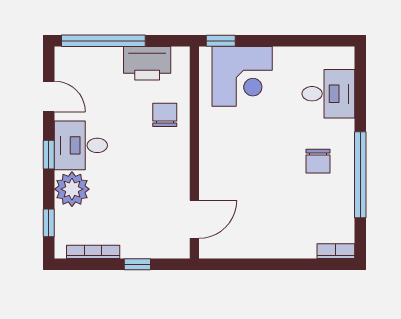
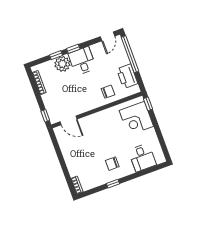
door: (49, 96) -> (108, 36), moved
window: (360, 175) -> (113, 184), width x0.32
window: (49, 223) -> (56, 55), moved
window: (137, 264) -> (45, 116), moved

